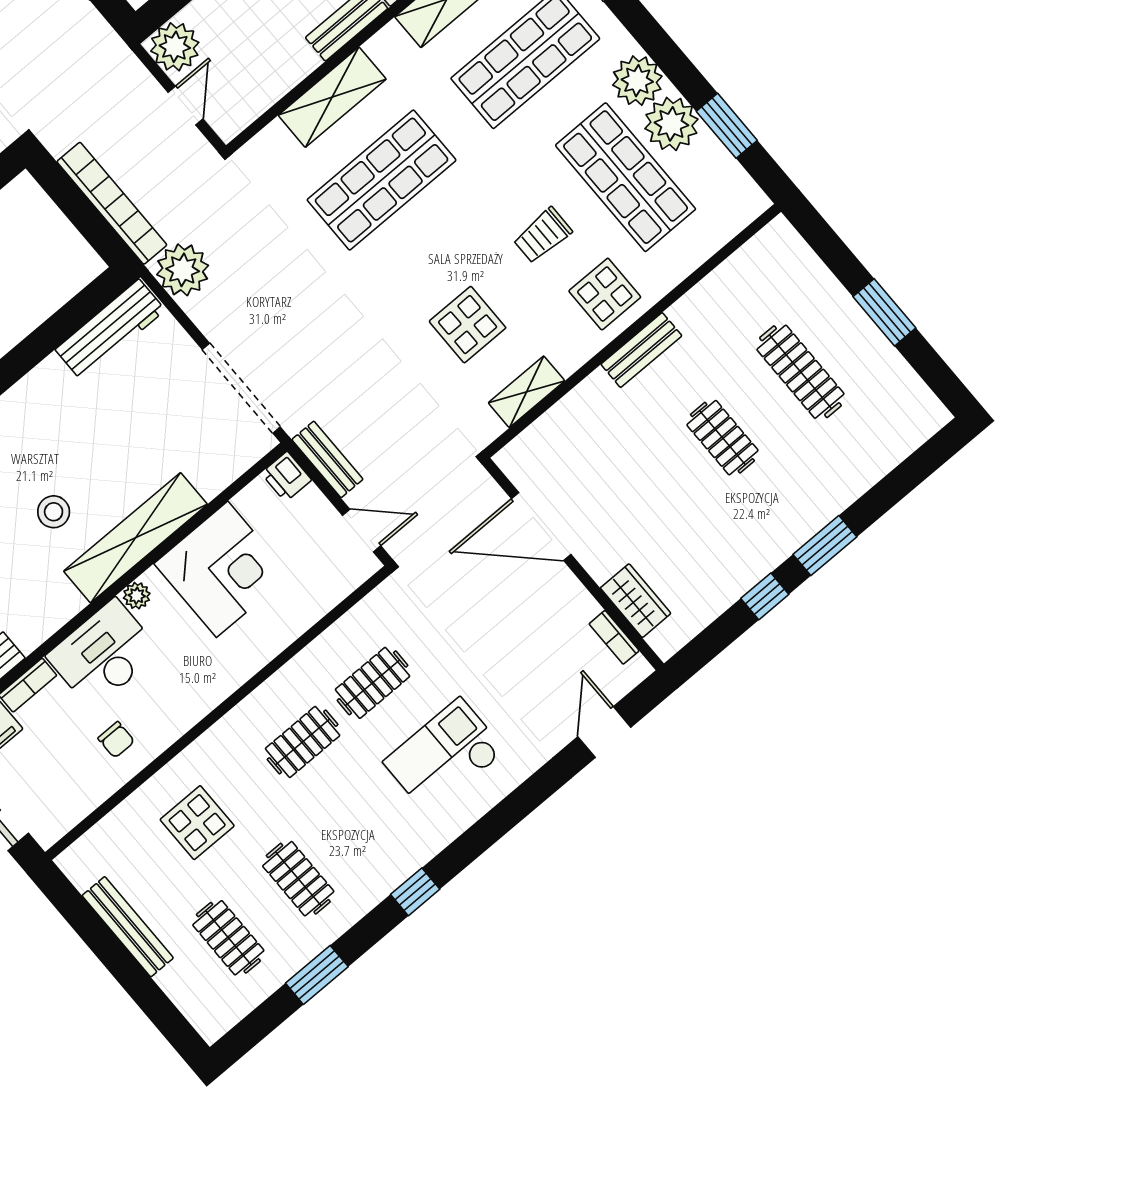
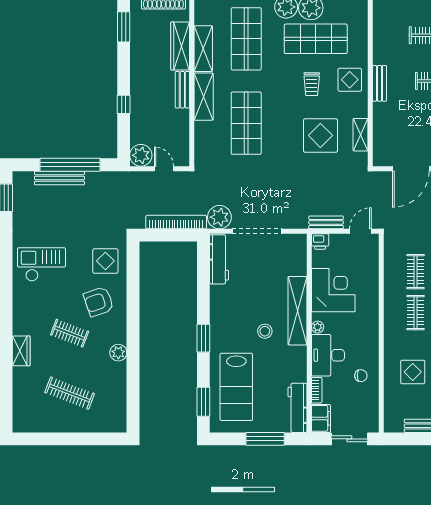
shelving: (332, 97) -> (204, 97), moved
display table: (468, 325) -> (320, 135), width x1.36, depth x1.36
doorway: (241, 388) -> (257, 231), moved

